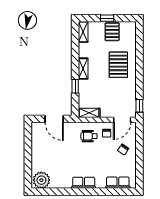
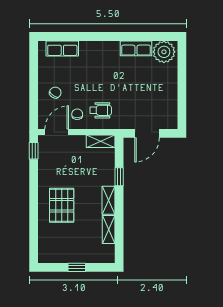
shelving: (83, 32) -> (109, 230), moved
pallet: (112, 32) -> (70, 249), removed
door: (54, 119) -> (147, 133), swing flipped
row of seats: (84, 183) -> (136, 48), moved

